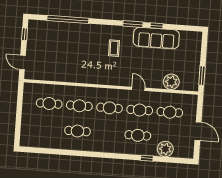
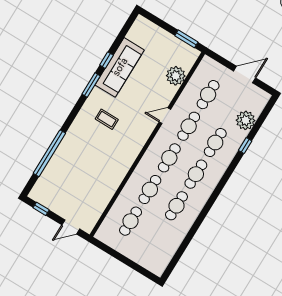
cafe table: (108, 133) -> (196, 174), added

